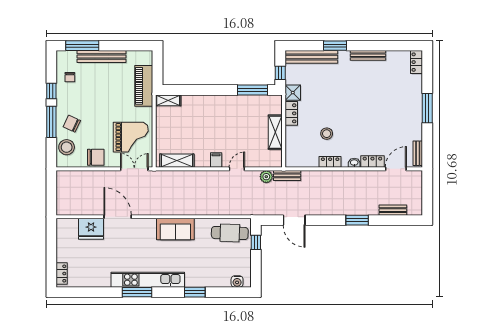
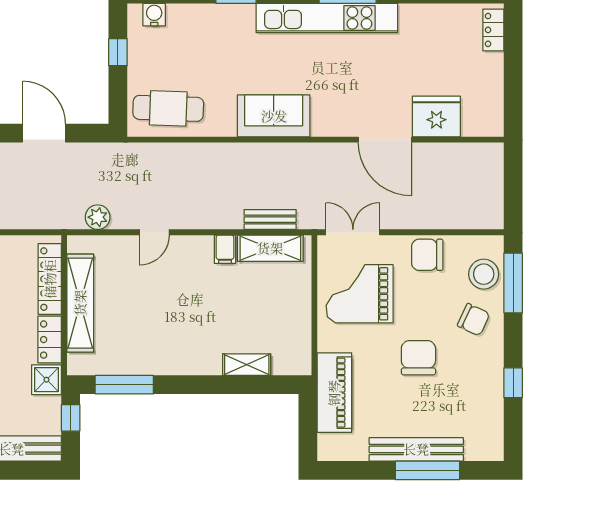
window: (82, 46) -> (427, 470), moved
chair: (70, 77) -> (418, 358), moved, width x1.87, depth x1.87
shelving: (168, 100) -> (247, 365), moved
window: (51, 122) -> (513, 283), moved
shelving: (275, 132) -> (80, 303), width x1.47
locker: (291, 145) -> (50, 279), added
filing cabinet: (216, 160) -> (225, 249), moved
double door: (134, 169) -> (353, 232), swing flipped
bench: (287, 175) -> (270, 220), moved
window: (256, 242) -> (118, 52), moved

